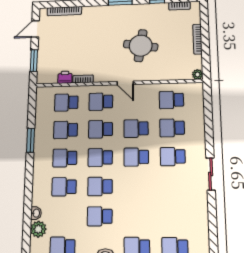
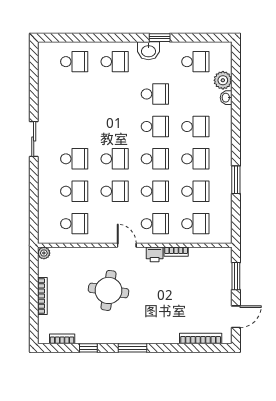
printer: (65, 77) -> (155, 254), moved

